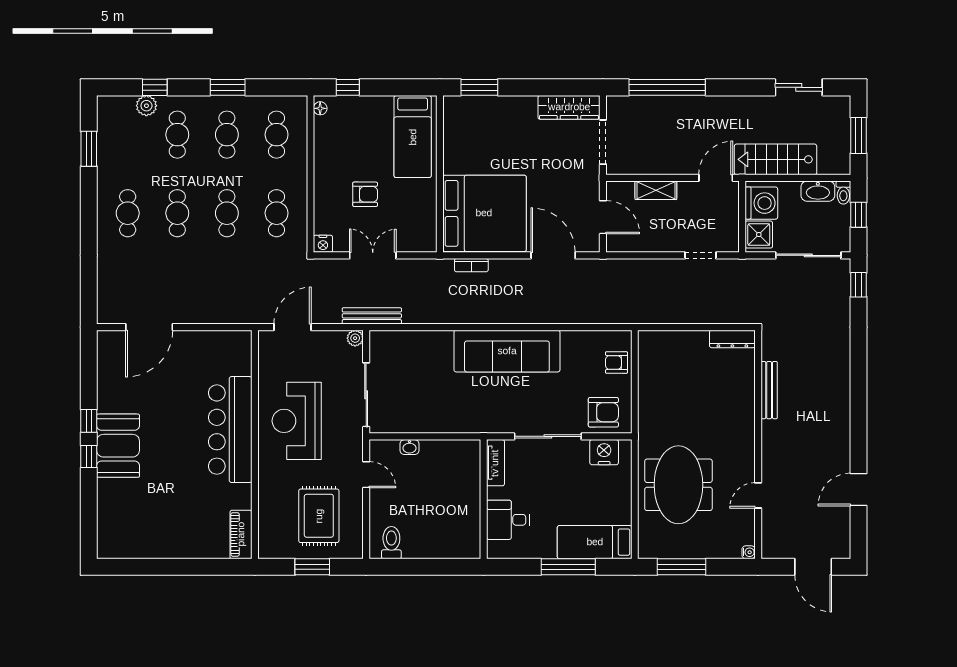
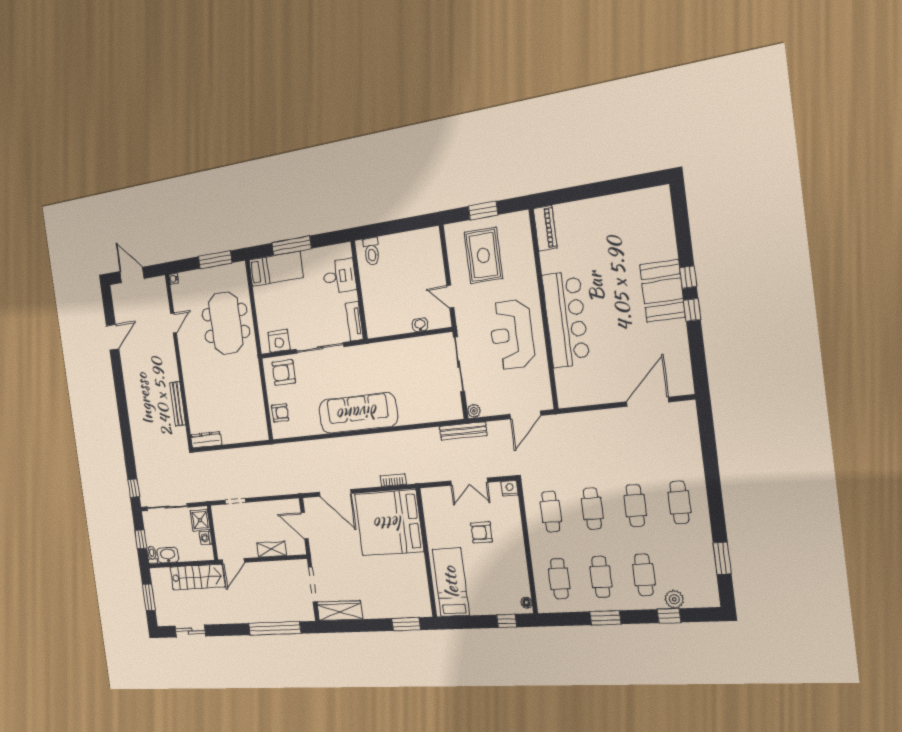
washing machine: (761, 203) -> (206, 538), width x0.53, depth x0.53
reception desk: (297, 421) -> (512, 335), turned 180
toilet: (391, 543) -> (372, 251), moved

